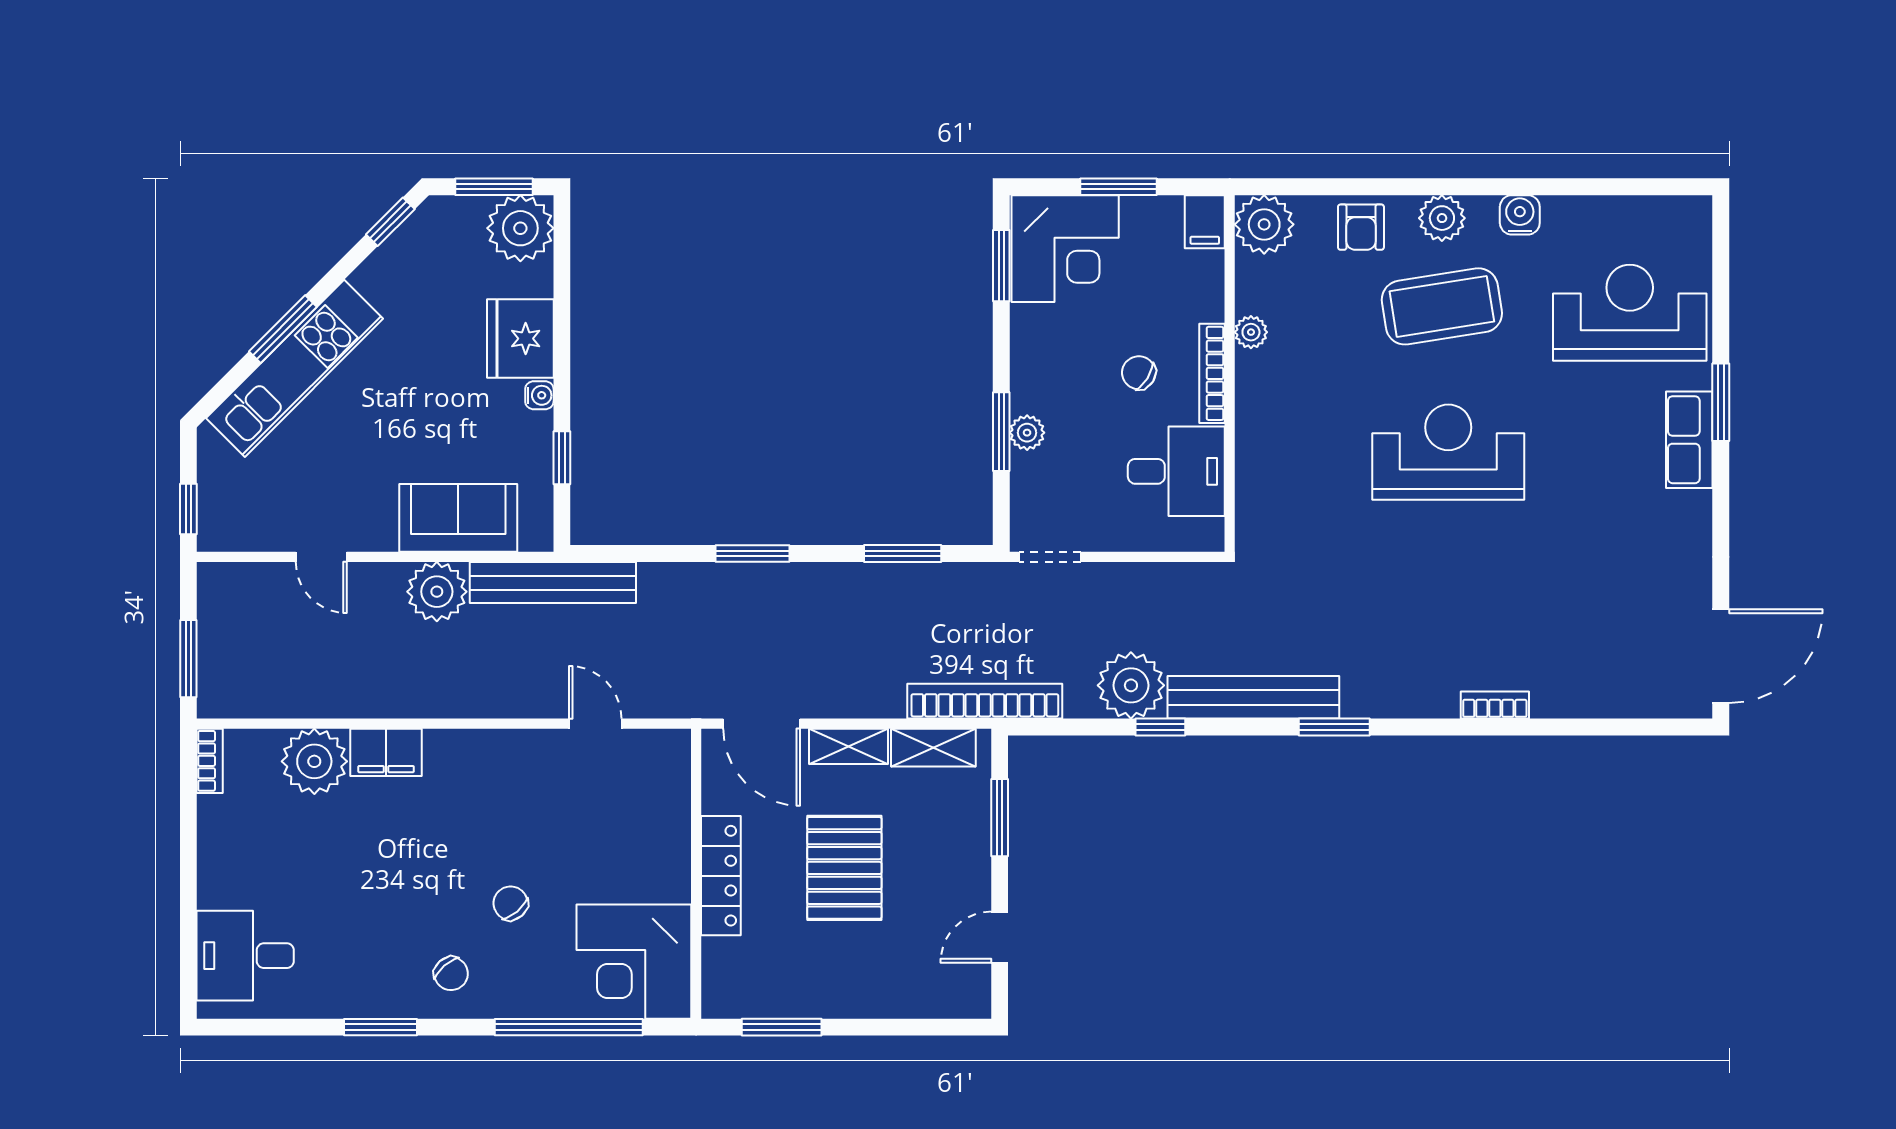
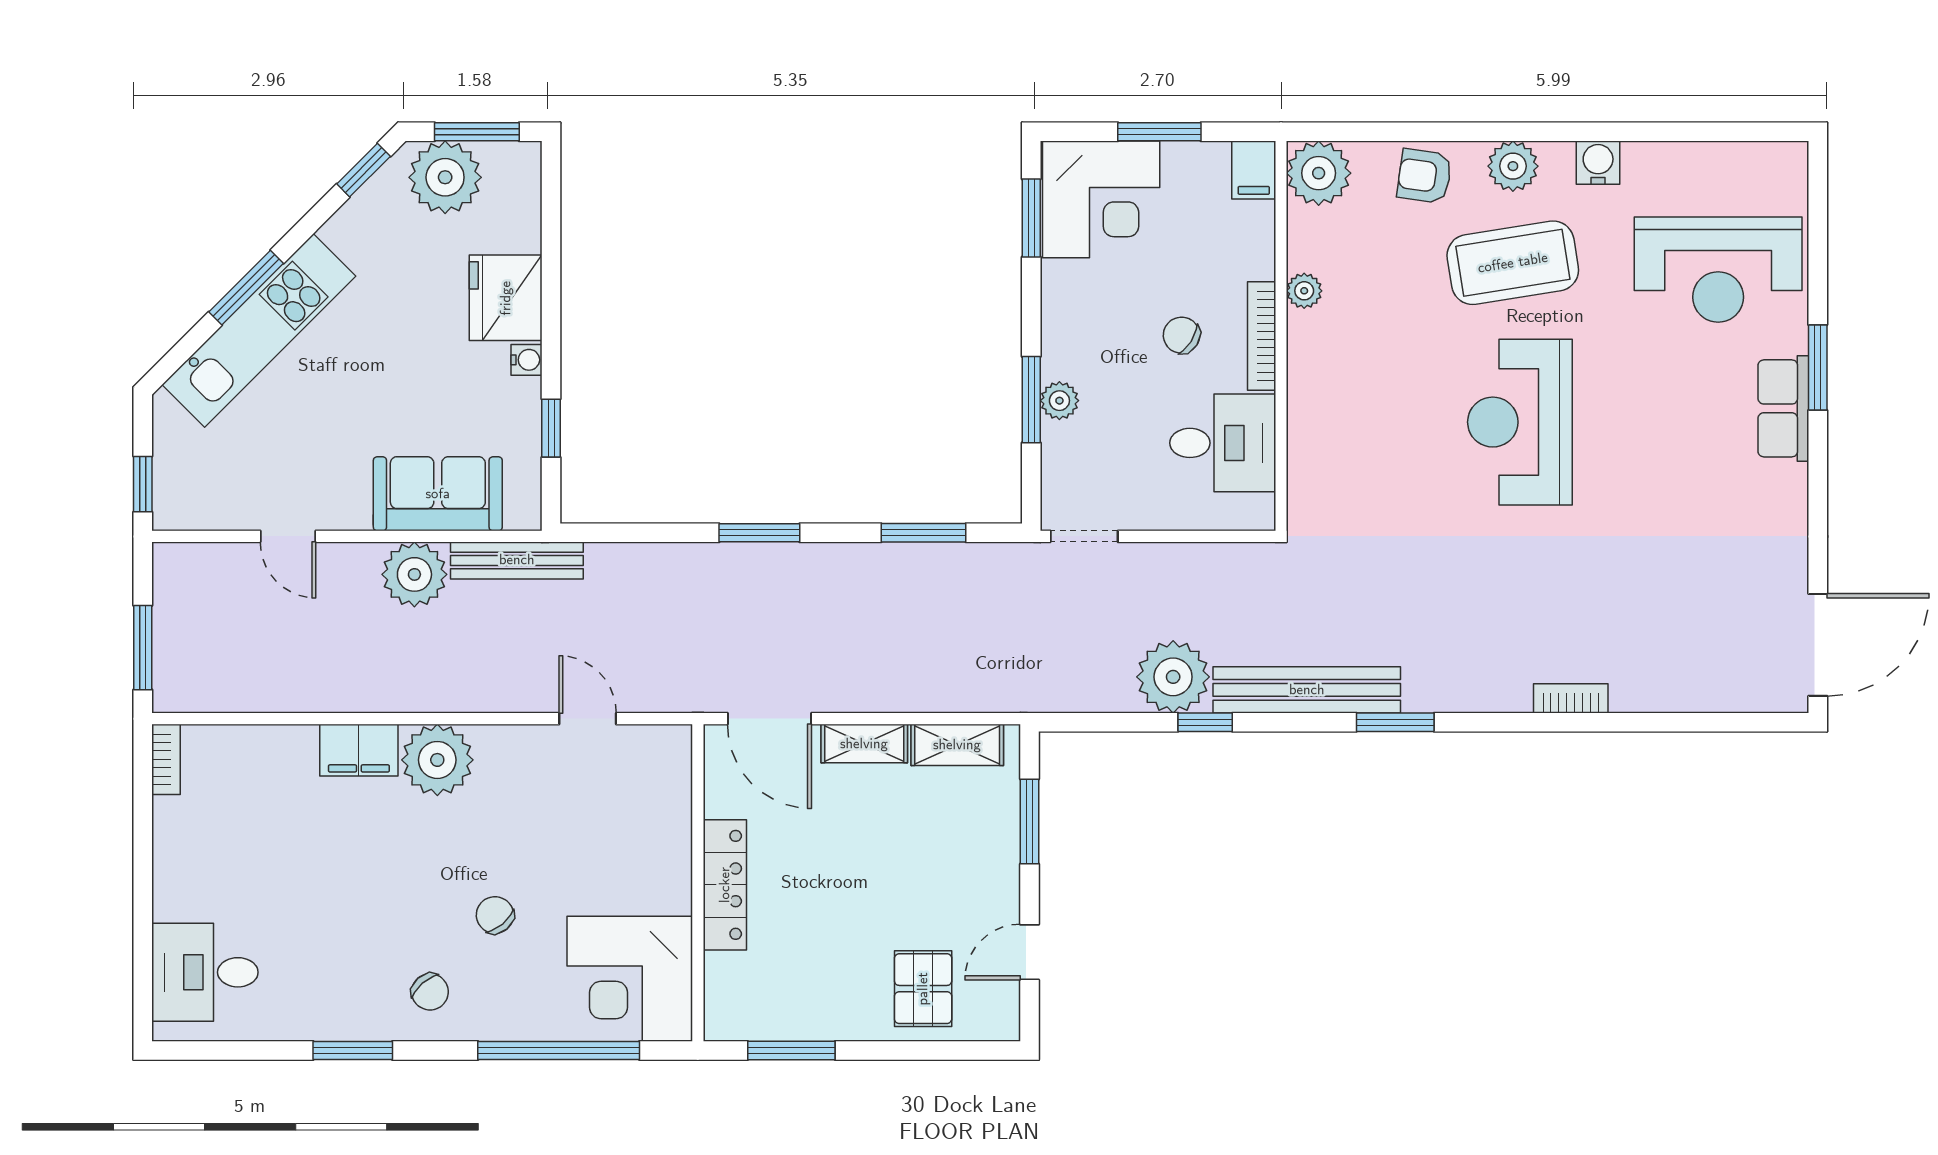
armchair: (1361, 227) -> (1424, 176), turned 98
plant: (520, 228) -> (445, 177), moved
reception desk: (1630, 313) -> (1718, 270), turned 180
reception desk: (1448, 452) -> (1520, 422), turned -90
bench: (553, 583) -> (517, 560), width x0.73, depth x0.82
bookcase: (985, 701) -> (1013, 694), removed
plant: (314, 761) -> (437, 760), moved
pallet: (844, 868) -> (923, 989), moved, width x0.67, depth x0.71

